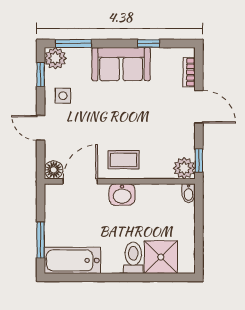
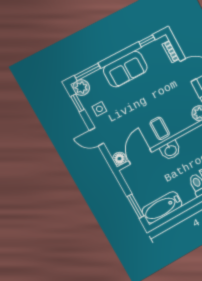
window: (149, 44) -> (147, 41), moved
coffee table: (124, 160) -> (160, 128), turned 90

